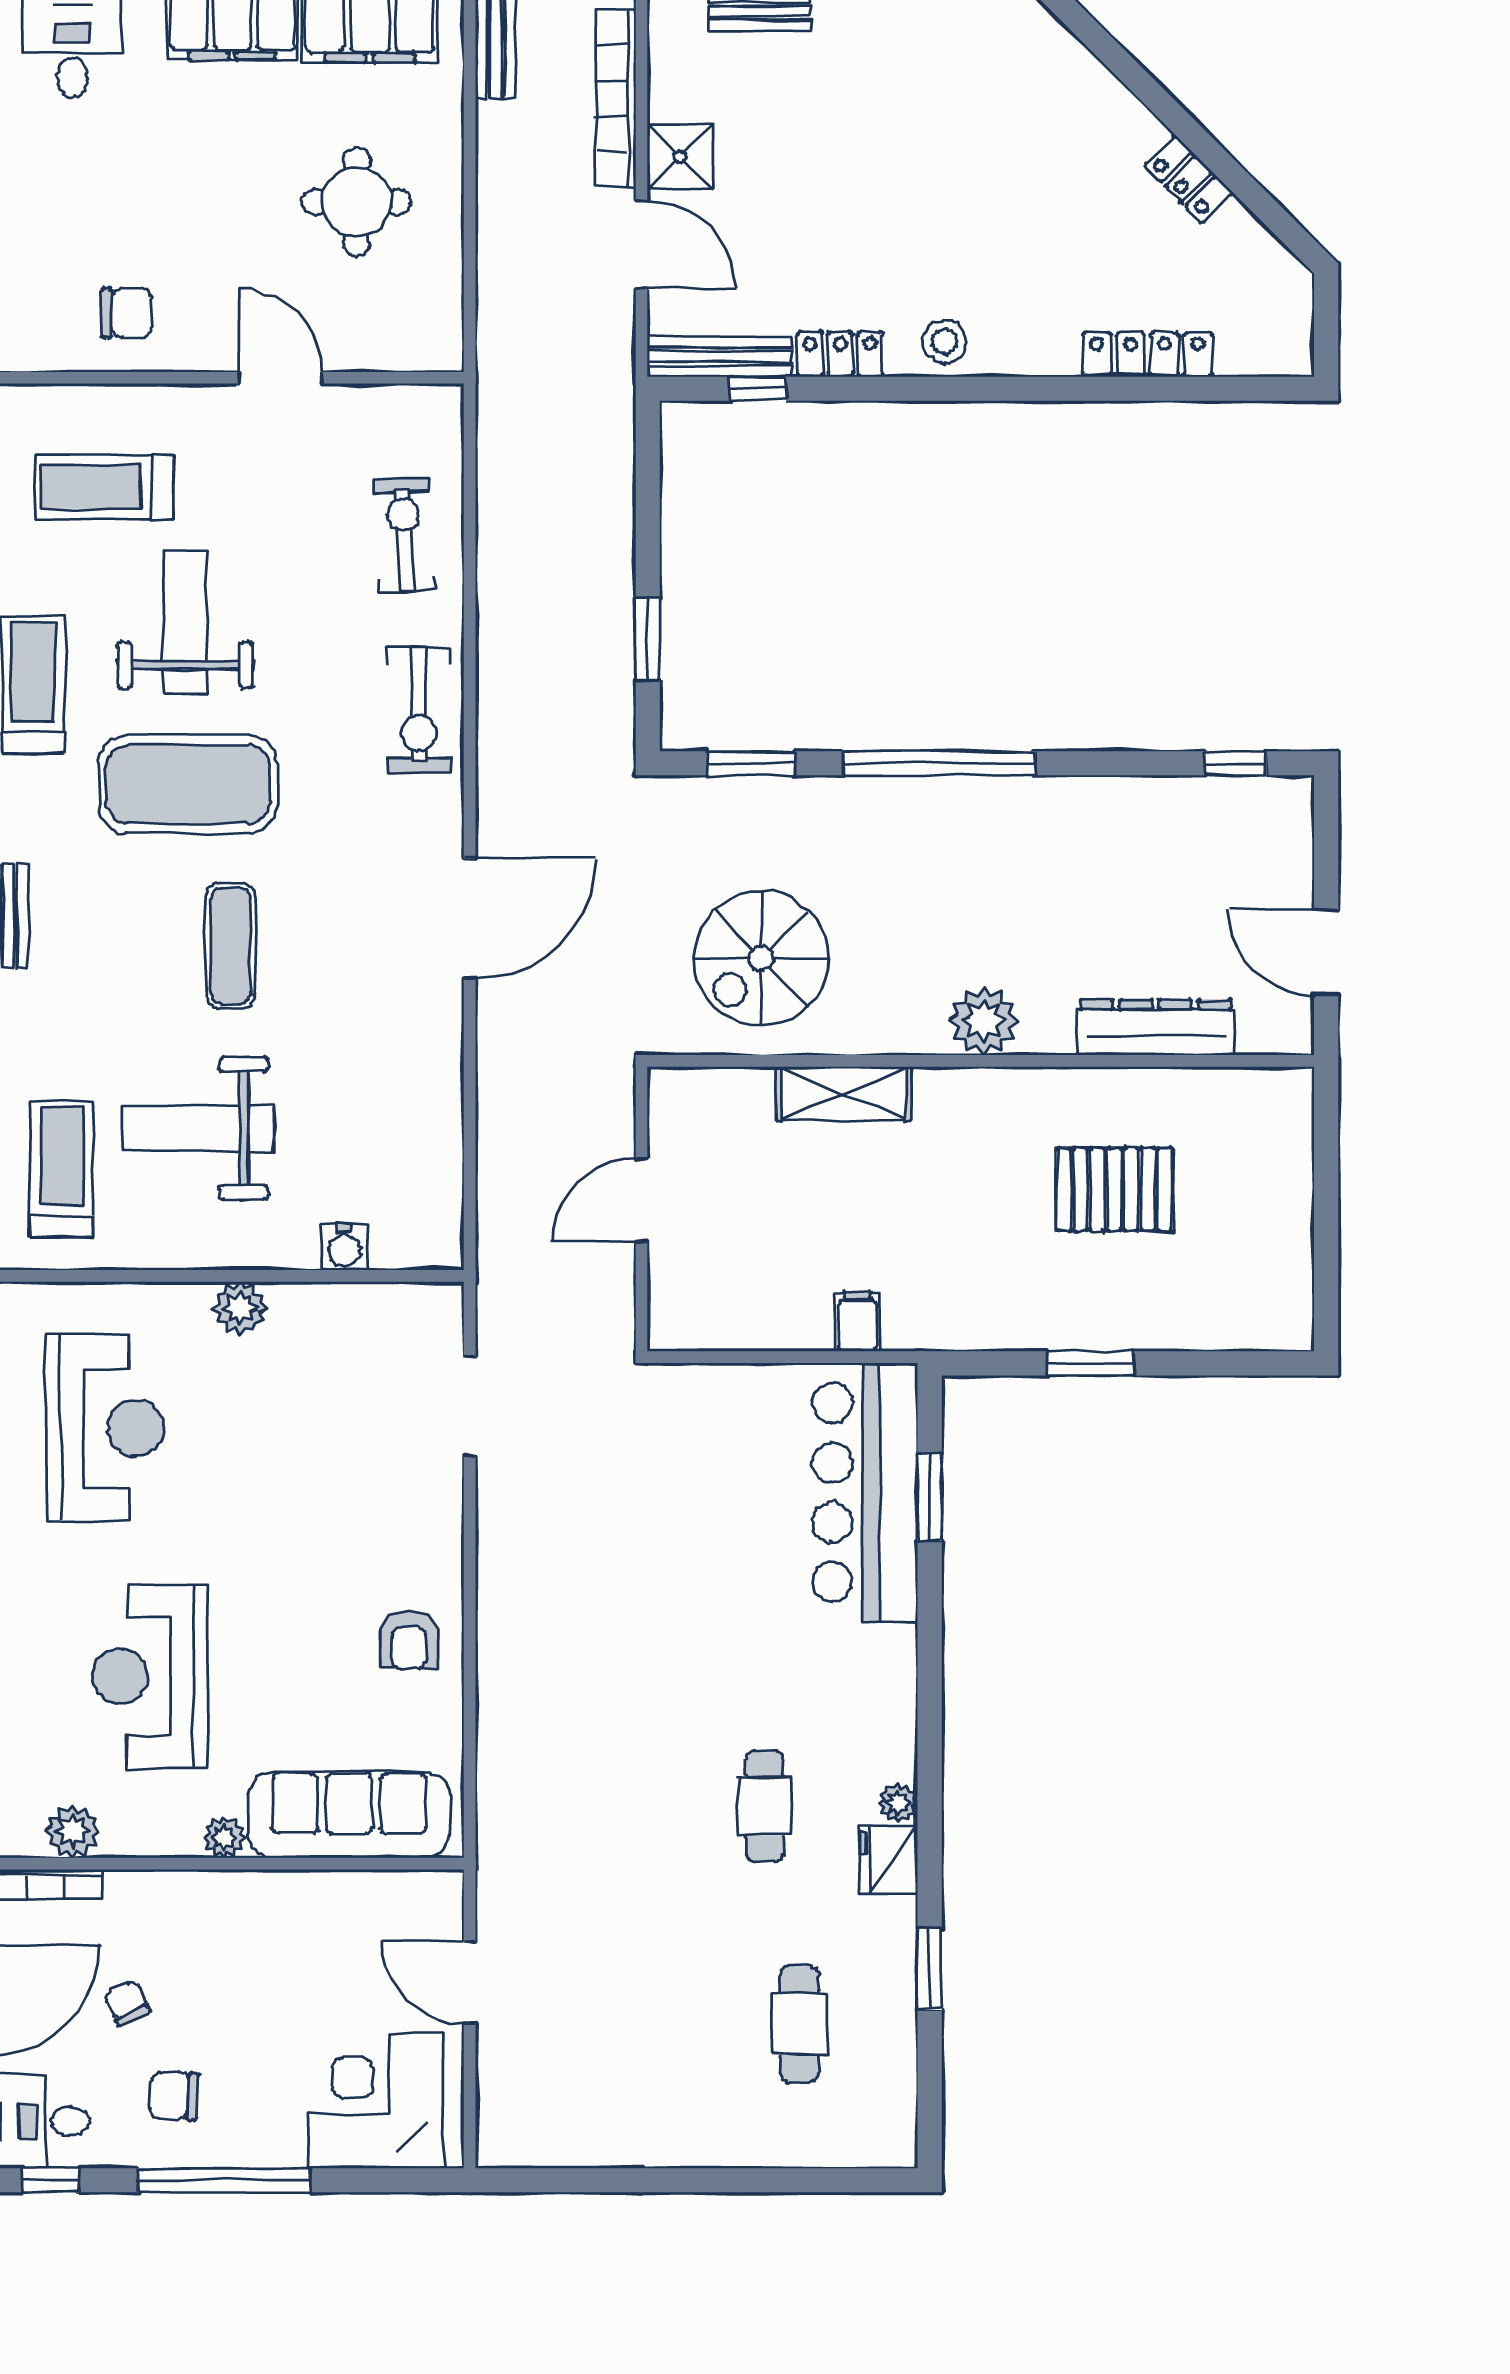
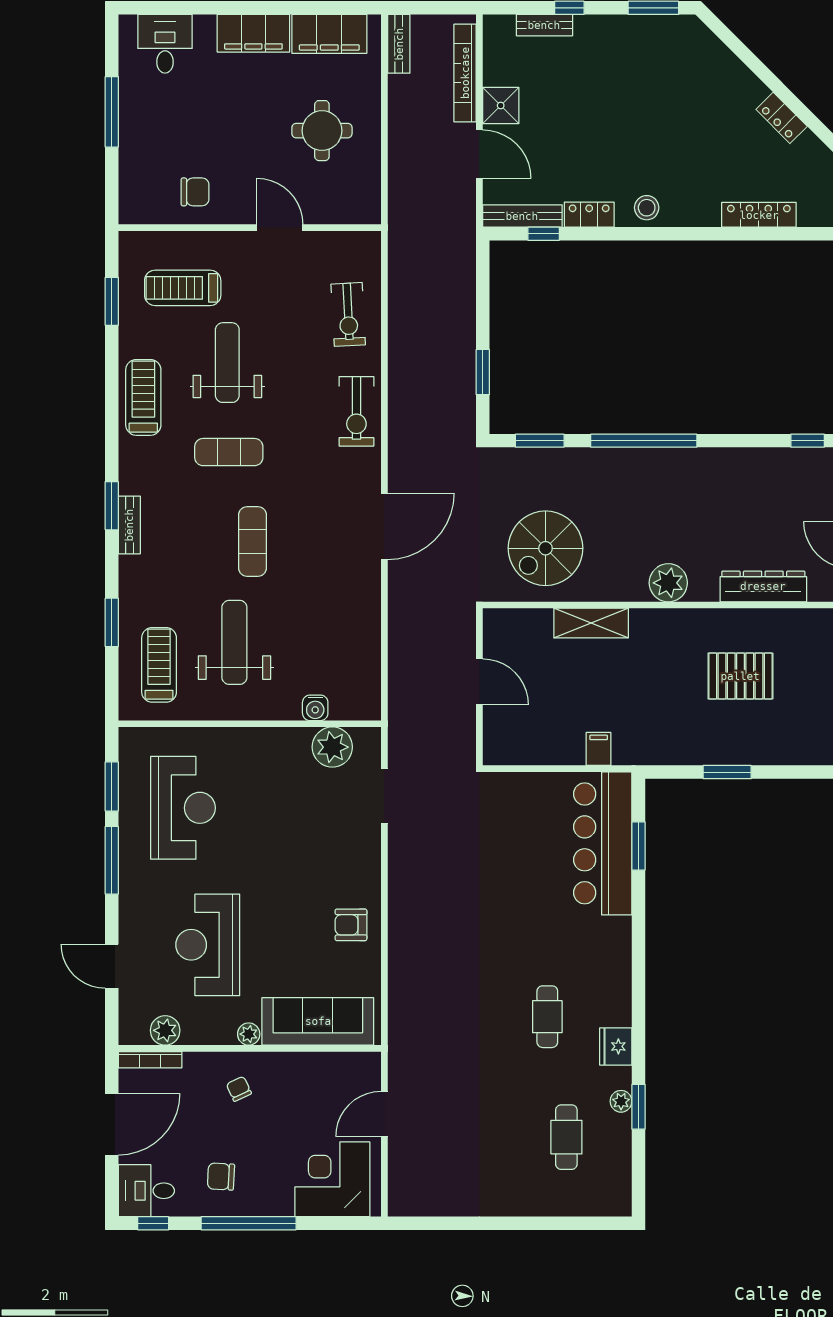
exercise bike: (404, 535) -> (348, 314), turned 180
exercise mat: (188, 784) -> (229, 452), width x0.50, depth x0.69
weight bench: (198, 1129) -> (234, 642), turned 90
door: (642, 1200) -> (479, 682), swing flipped
plant: (240, 1308) -> (332, 747), moved, width x1.36, depth x1.36
armchair: (409, 1640) -> (351, 925), turned 90
plant: (898, 1803) -> (621, 1101), moved
door: (470, 1982) -> (384, 1114), hinge flipped
chair: (127, 2003) -> (239, 1089), moved

